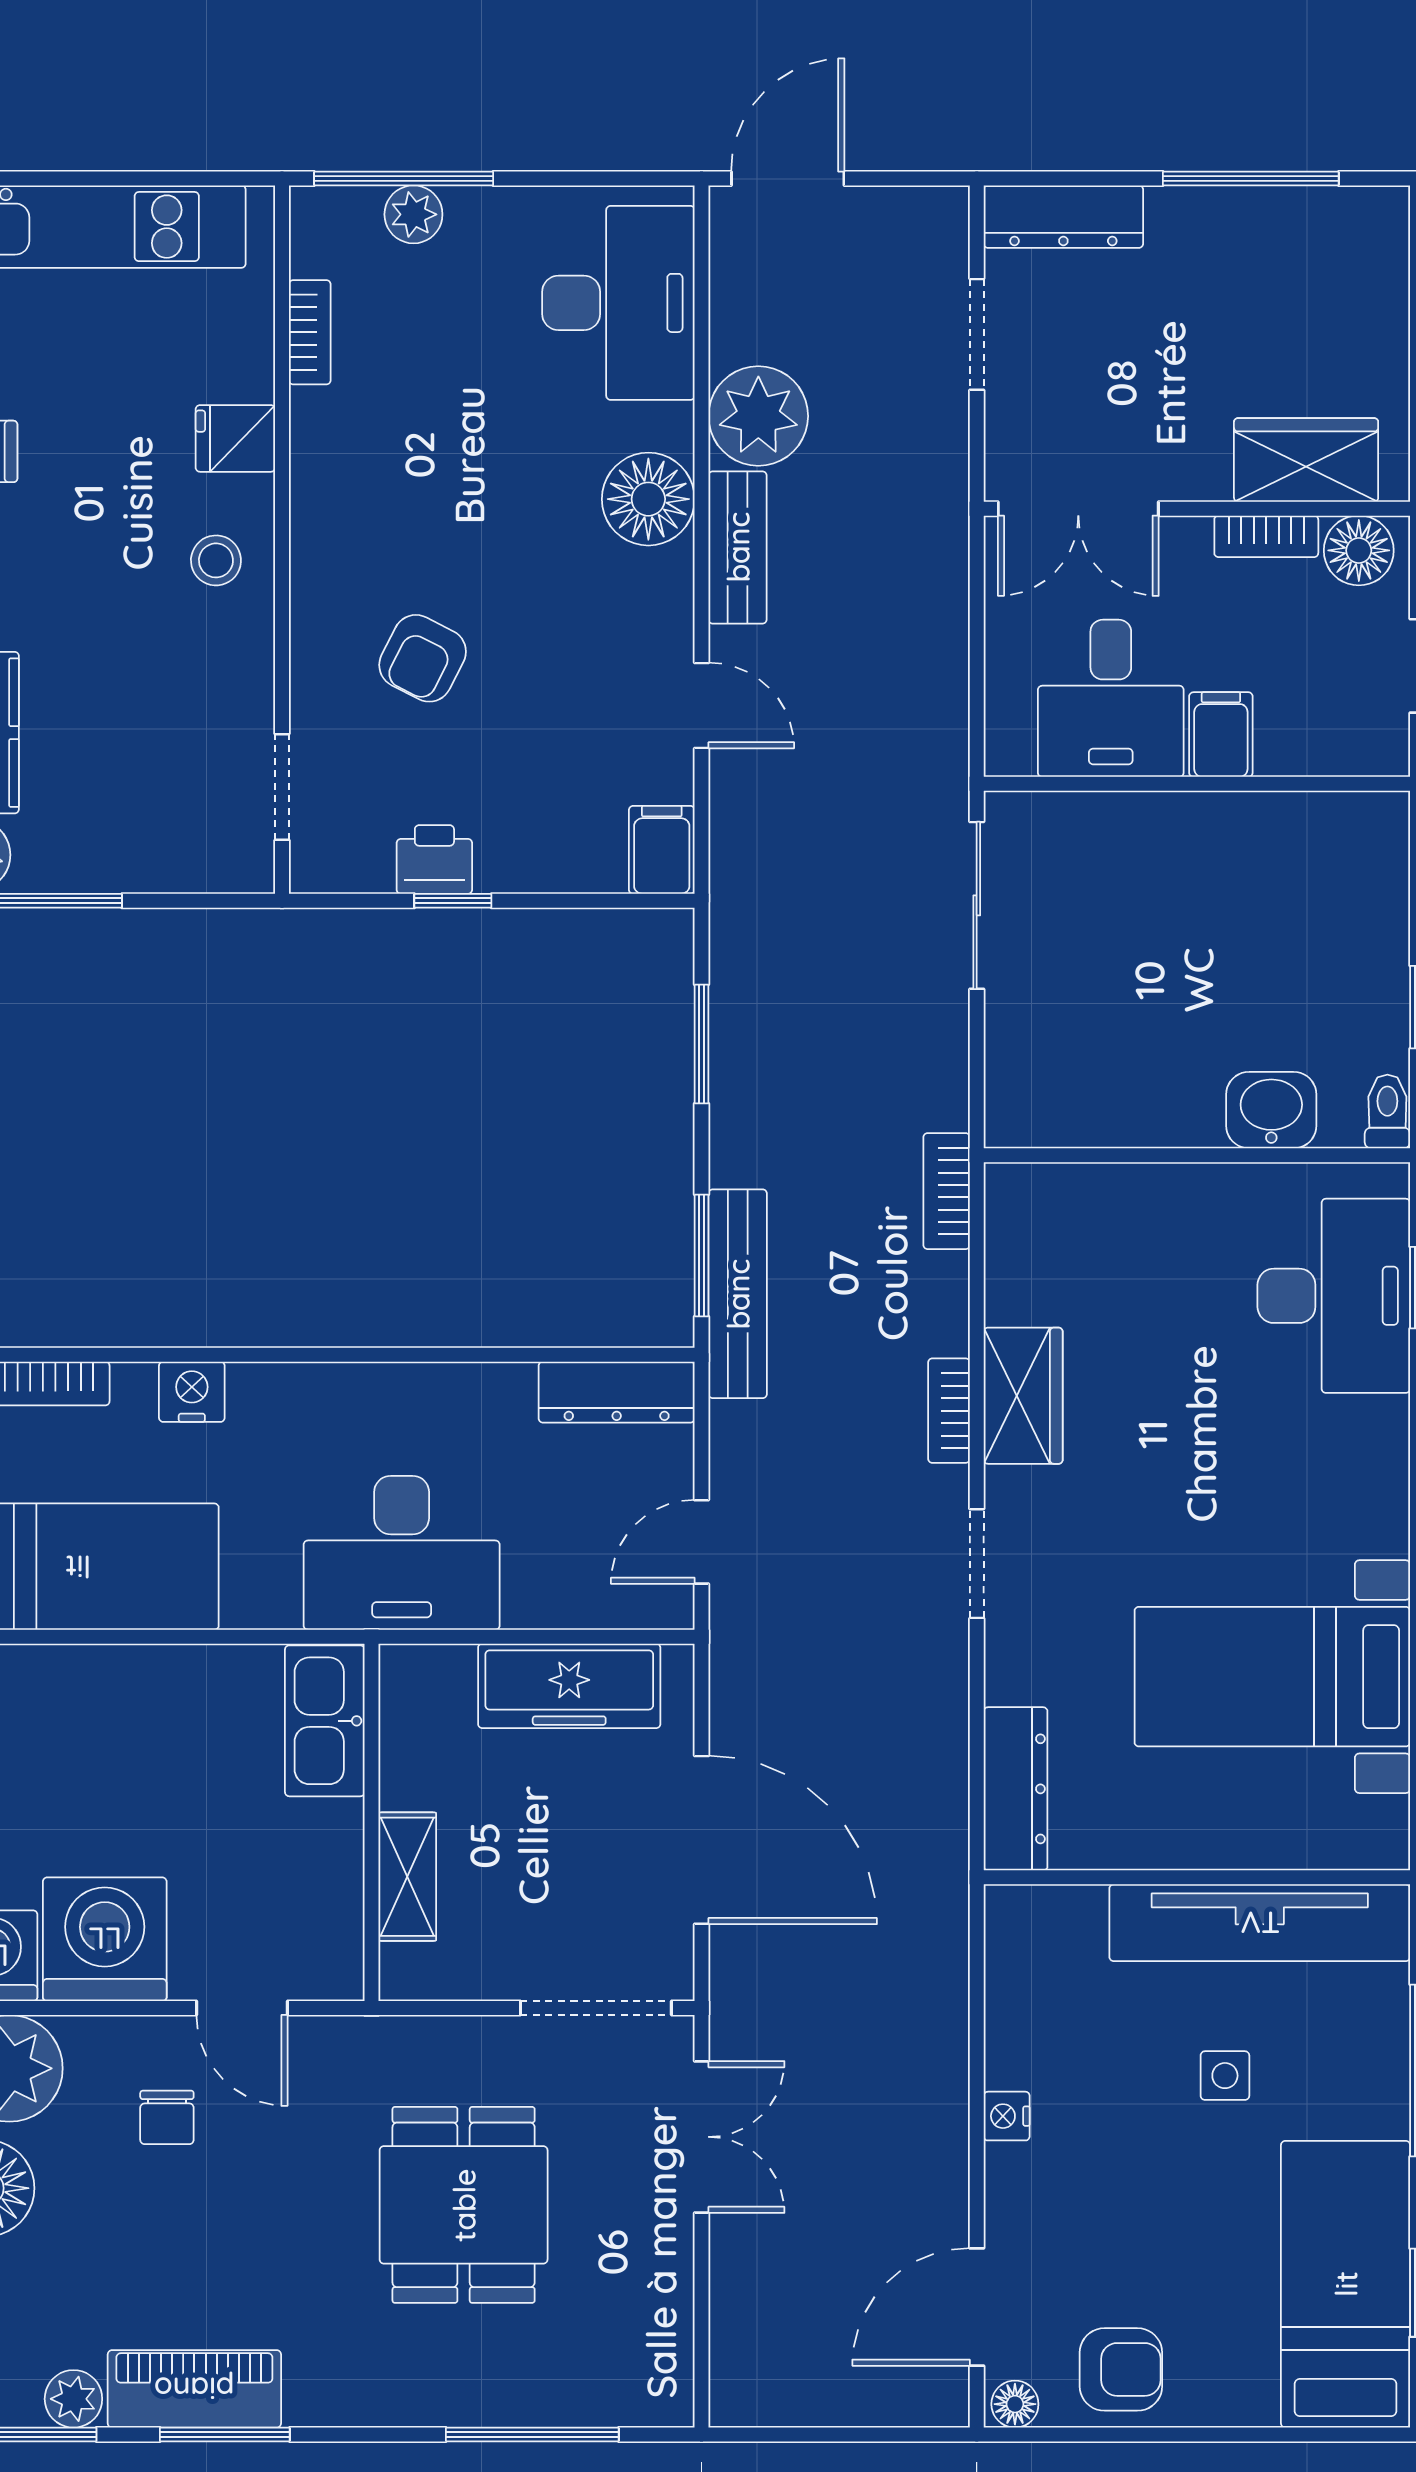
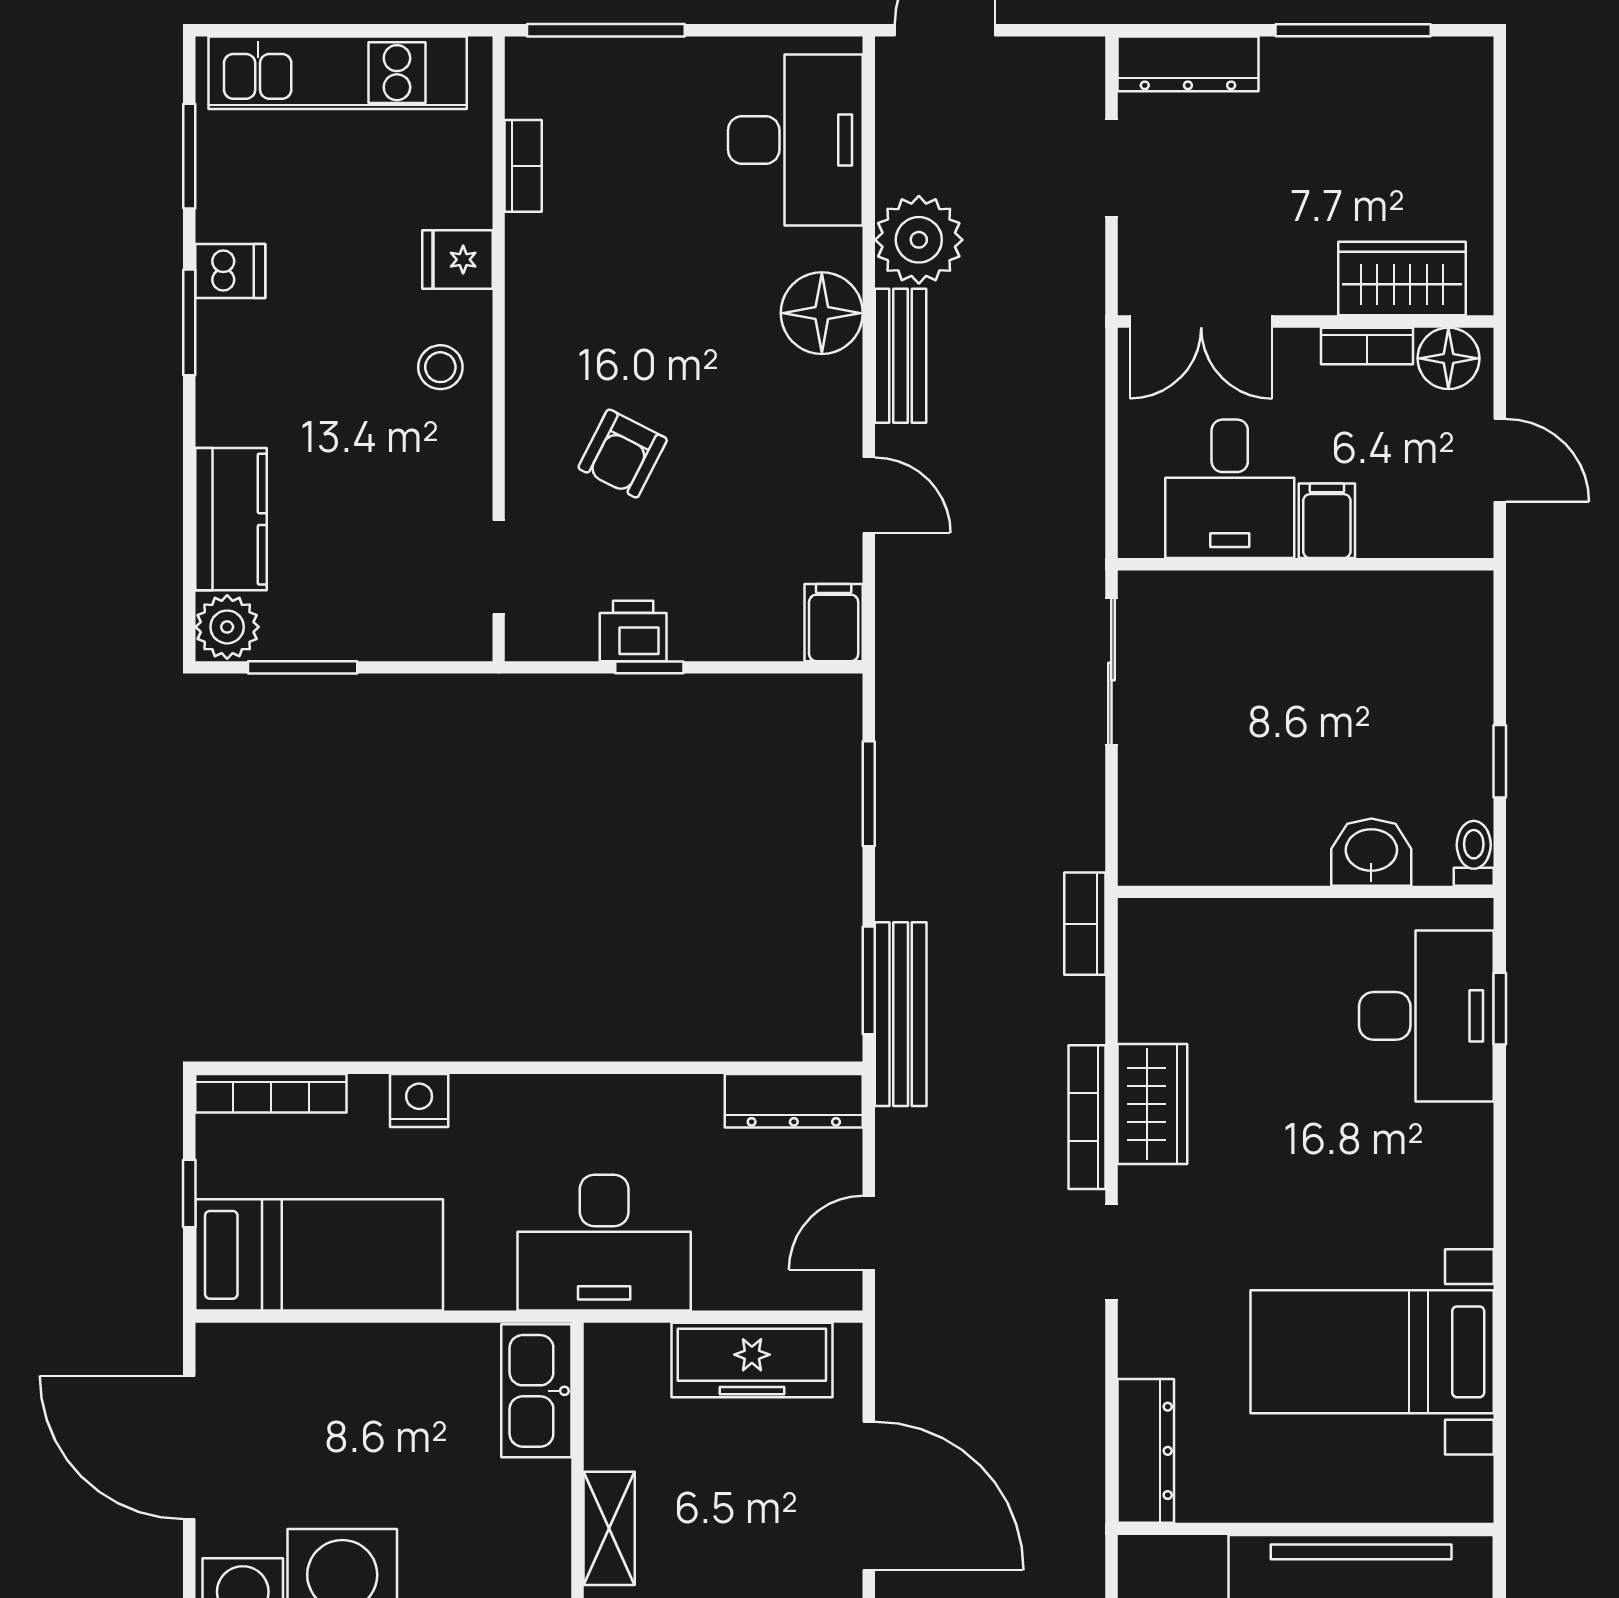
plant: (413, 214) -> (615, 62), removed
bookcase: (949, 1411) -> (1087, 1117), width x1.56

